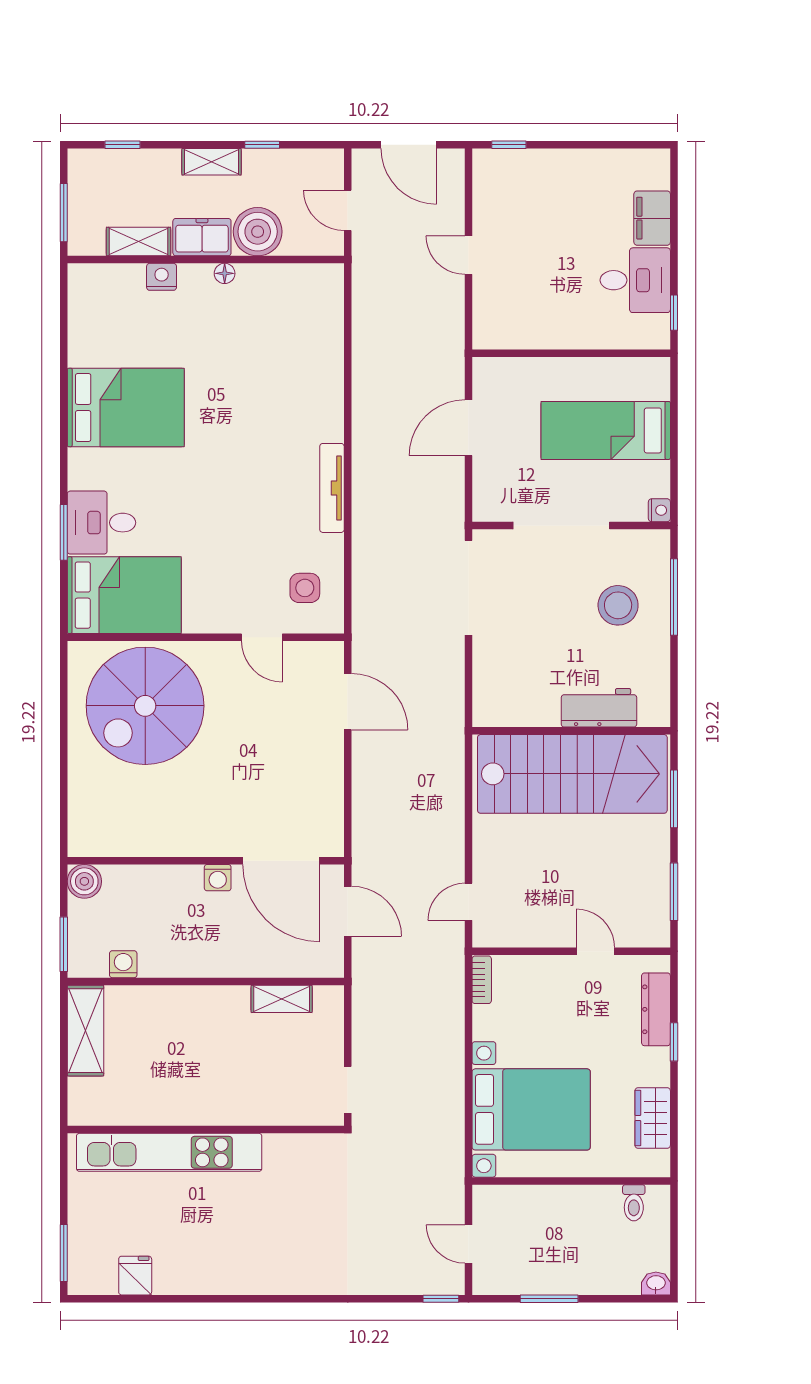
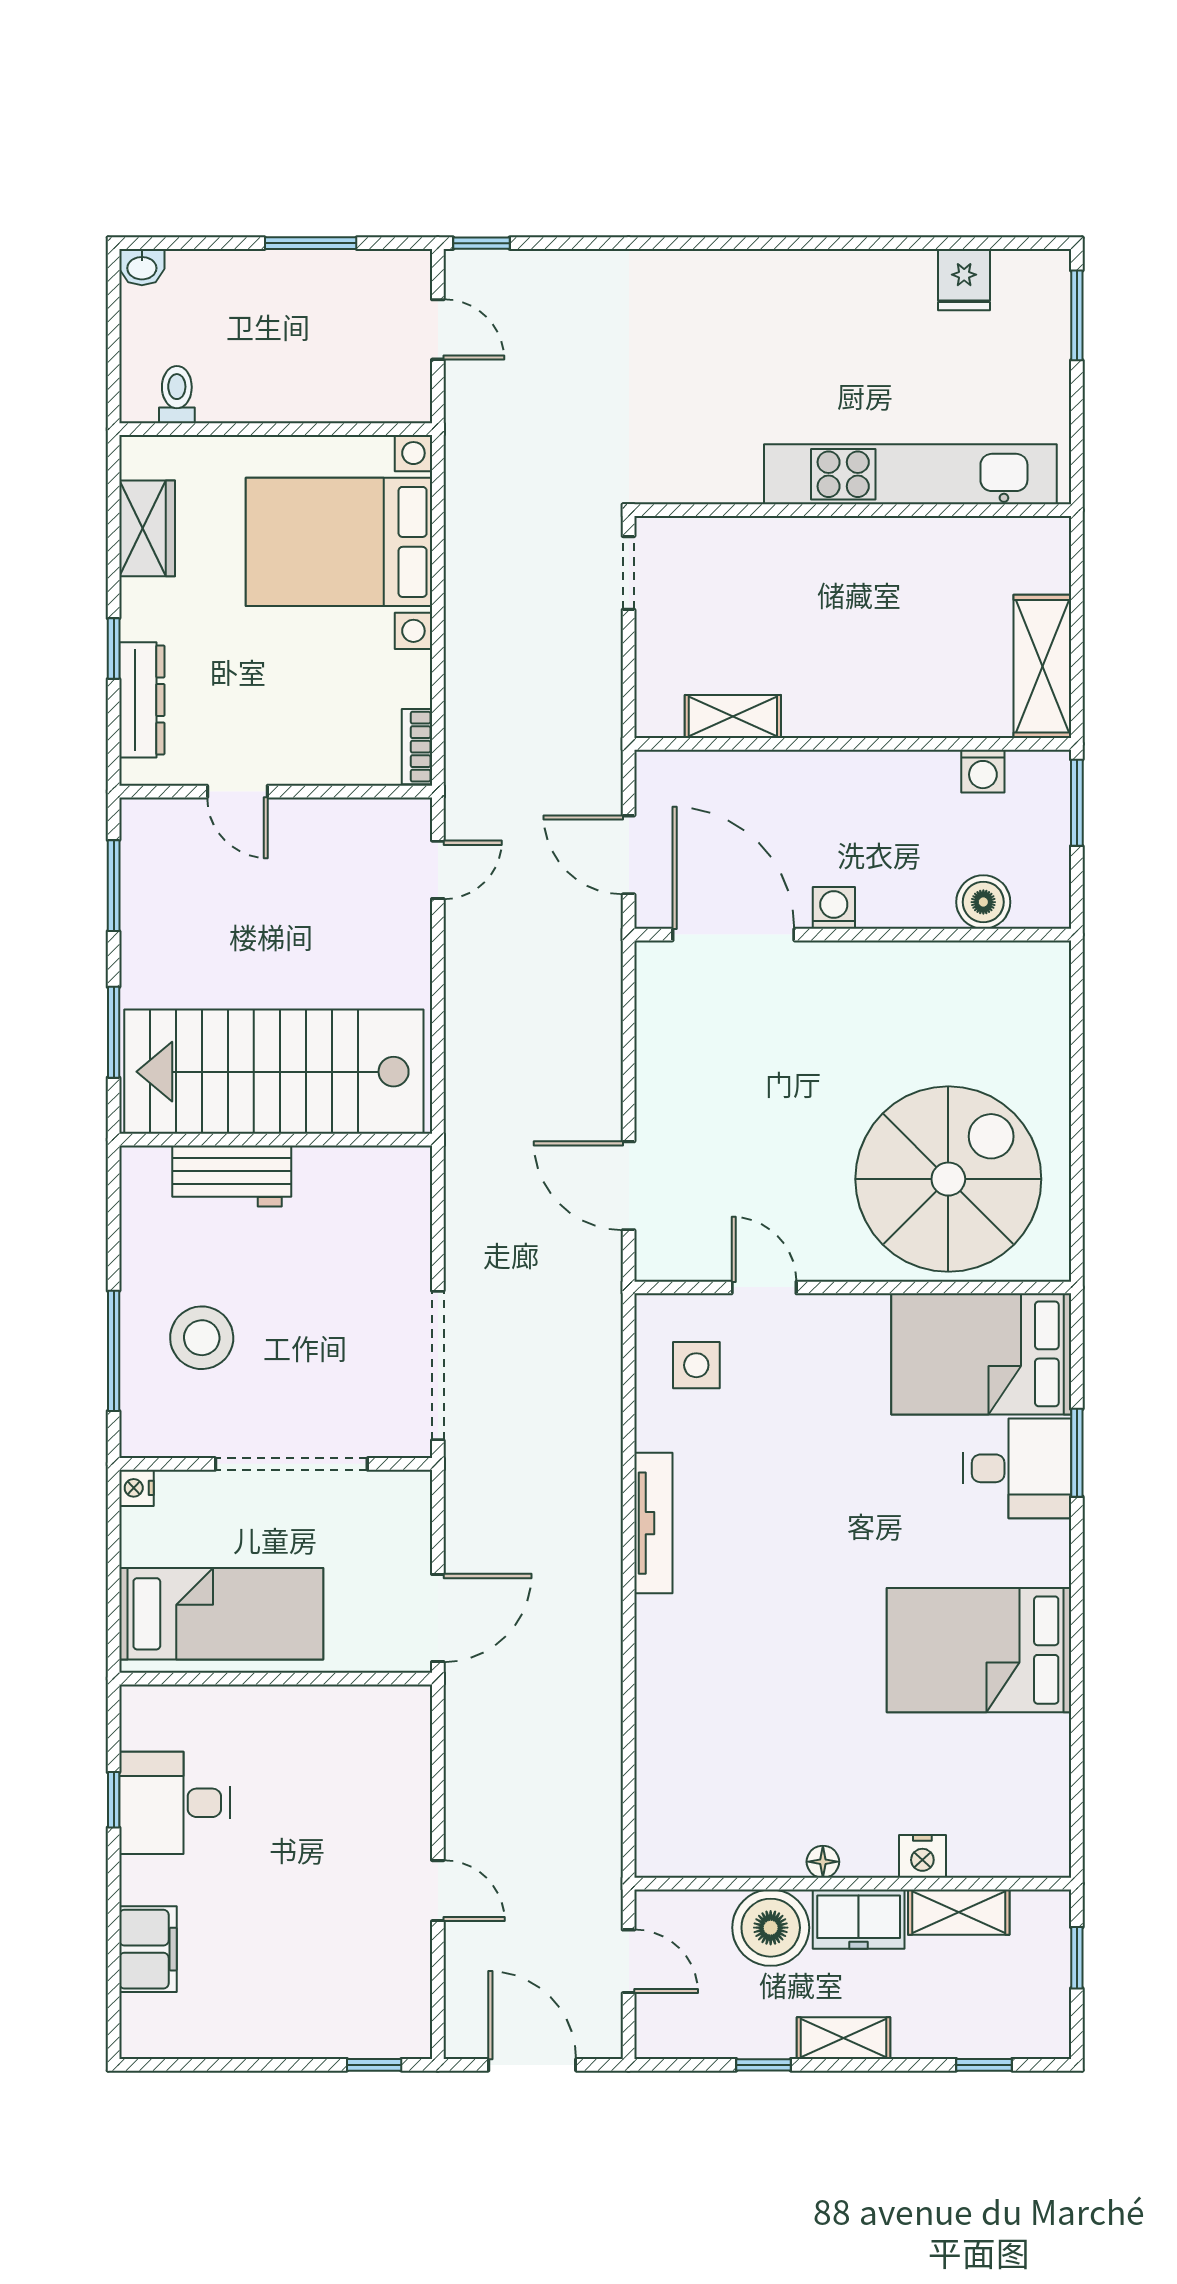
window: (64, 213) -> (1077, 1958), width x0.67
desk: (635, 280) -> (175, 1803), moved
wall: (571, 353) -> (276, 1679), moved
boiler: (84, 881) -> (983, 902), moved

